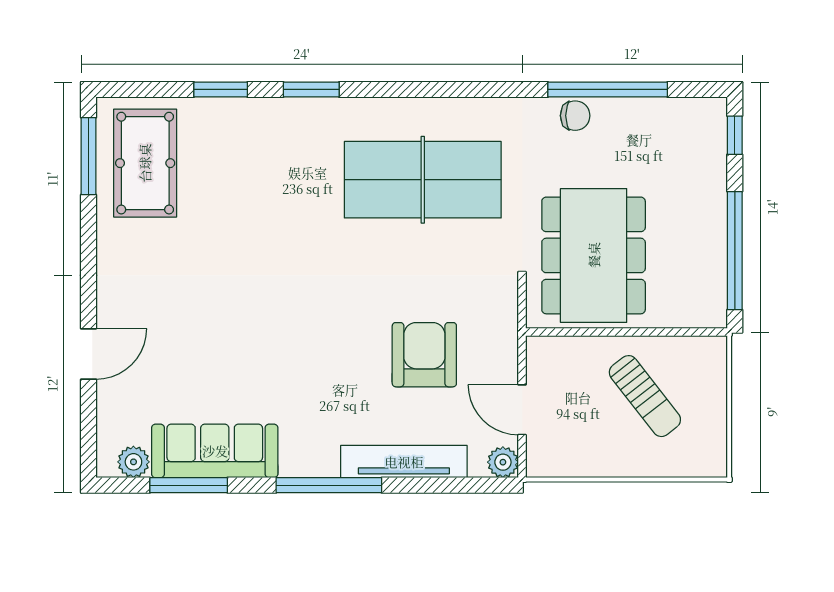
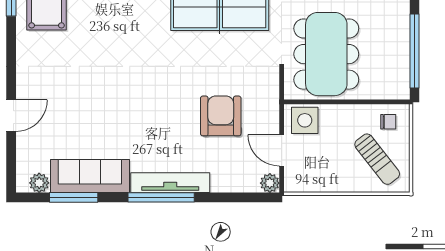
side table: (559, 362) -> (305, 120), added
chair: (693, 364) -> (388, 122), added
sun lounger: (645, 396) -> (377, 159), moved
tv unit: (404, 462) -> (170, 183), moved

